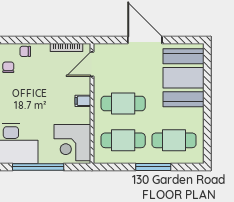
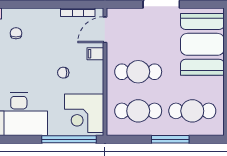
chair: (25, 51) -> (63, 73), moved
filing cabinet: (83, 101) -> (95, 54), moved
window: (38, 167) -> (69, 139), moved

